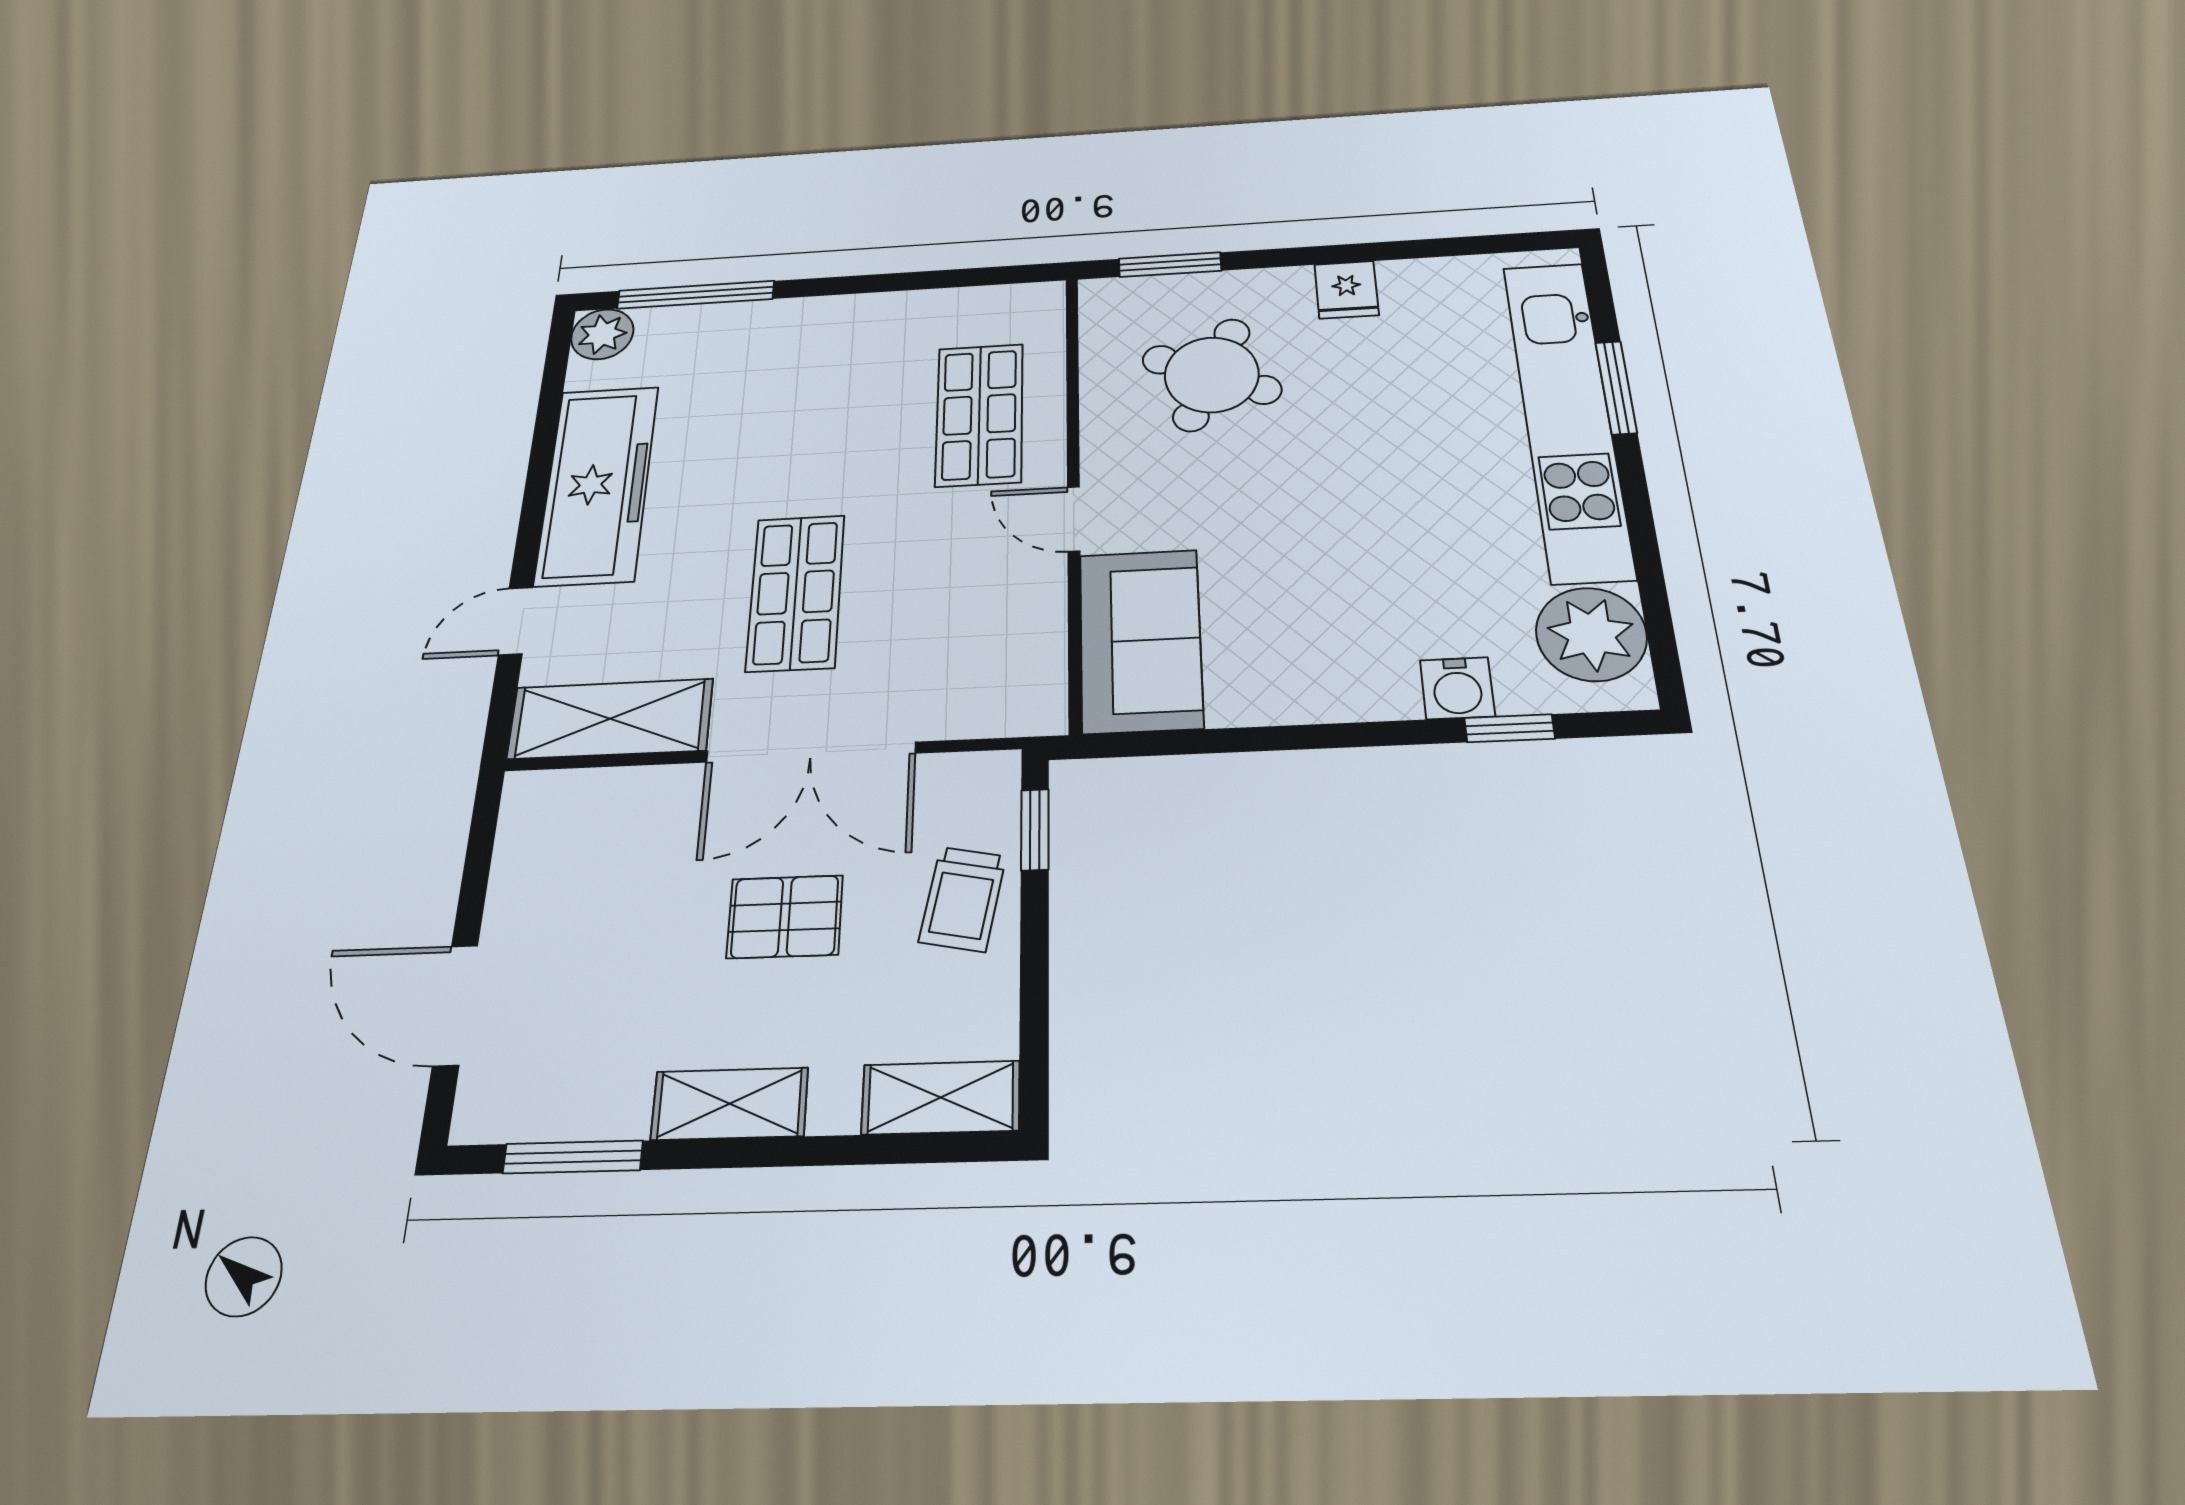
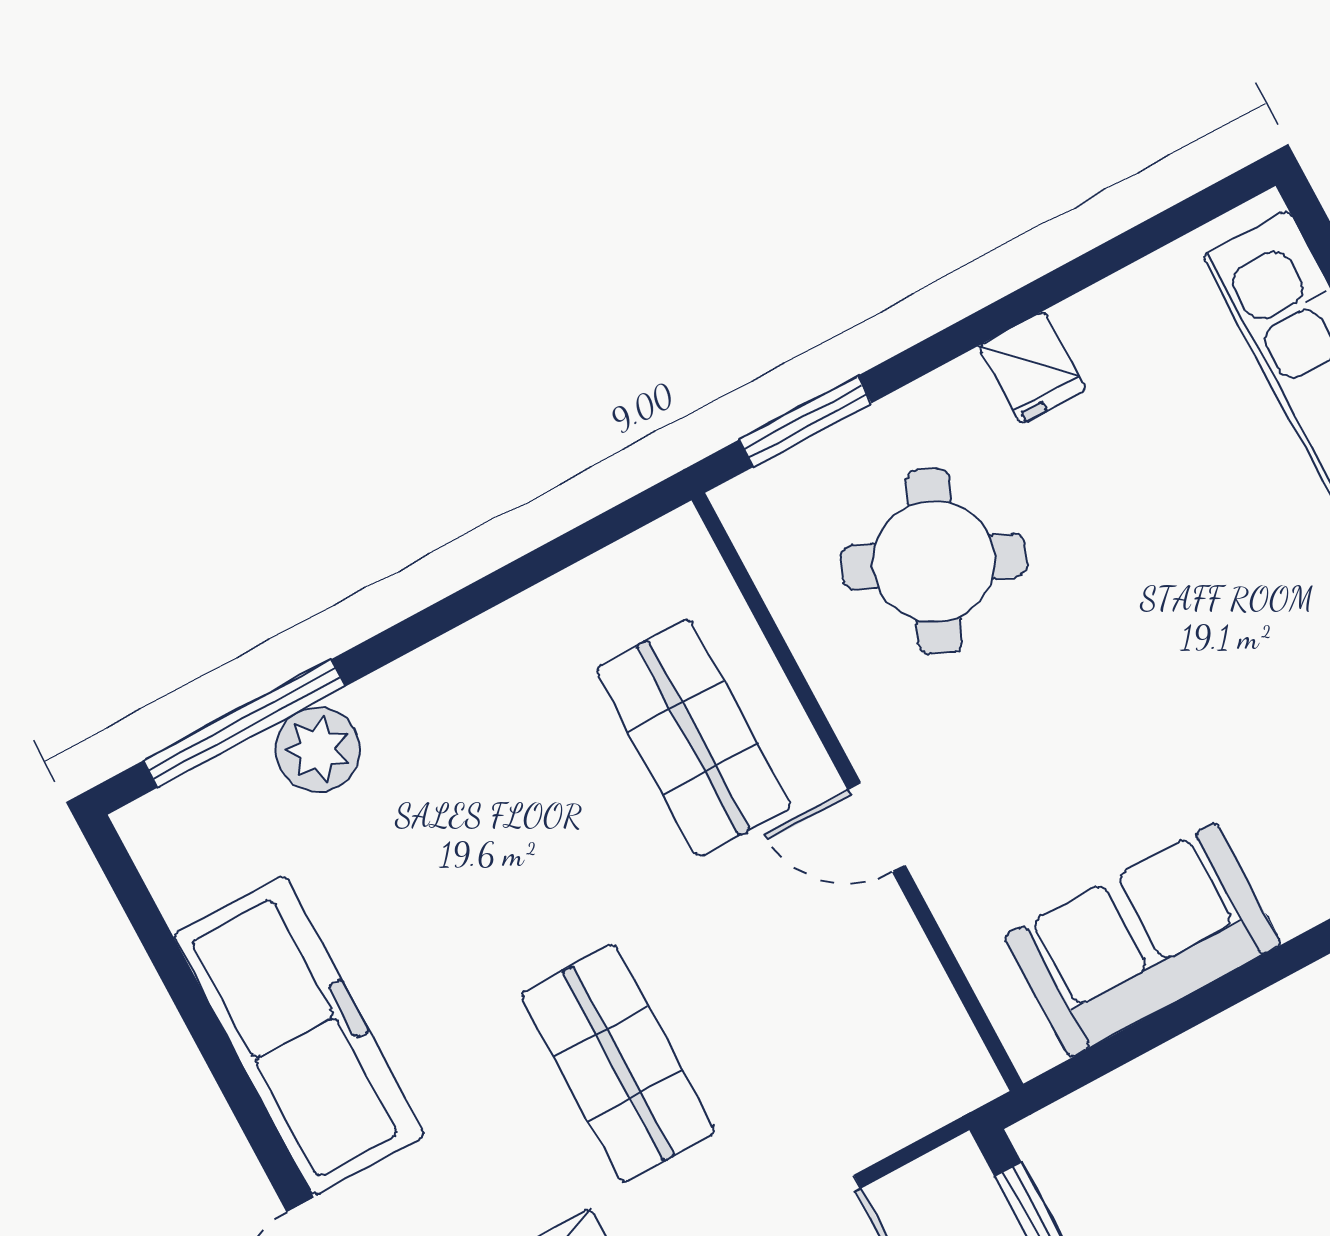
plant: (602, 334) -> (318, 749), moved
sofa: (1140, 640) -> (1143, 940), moved, turned -90

